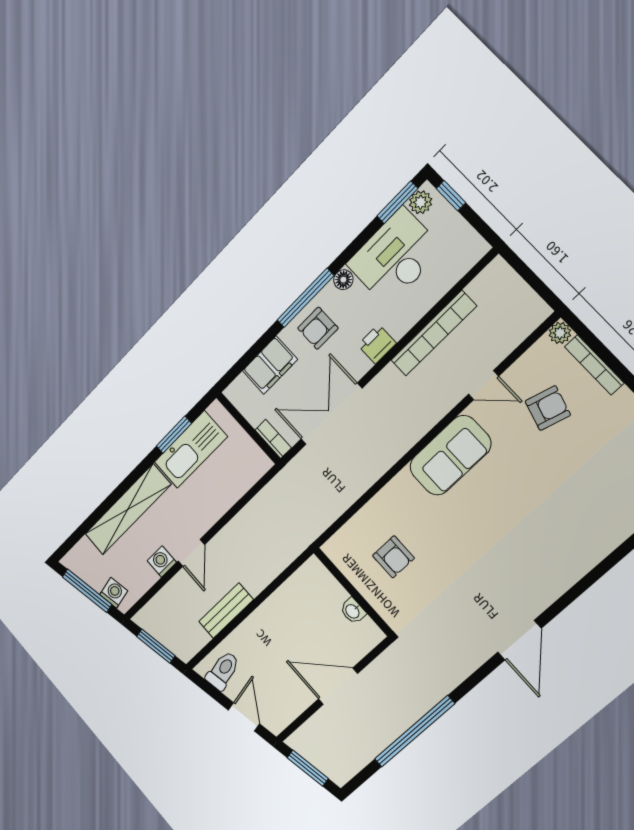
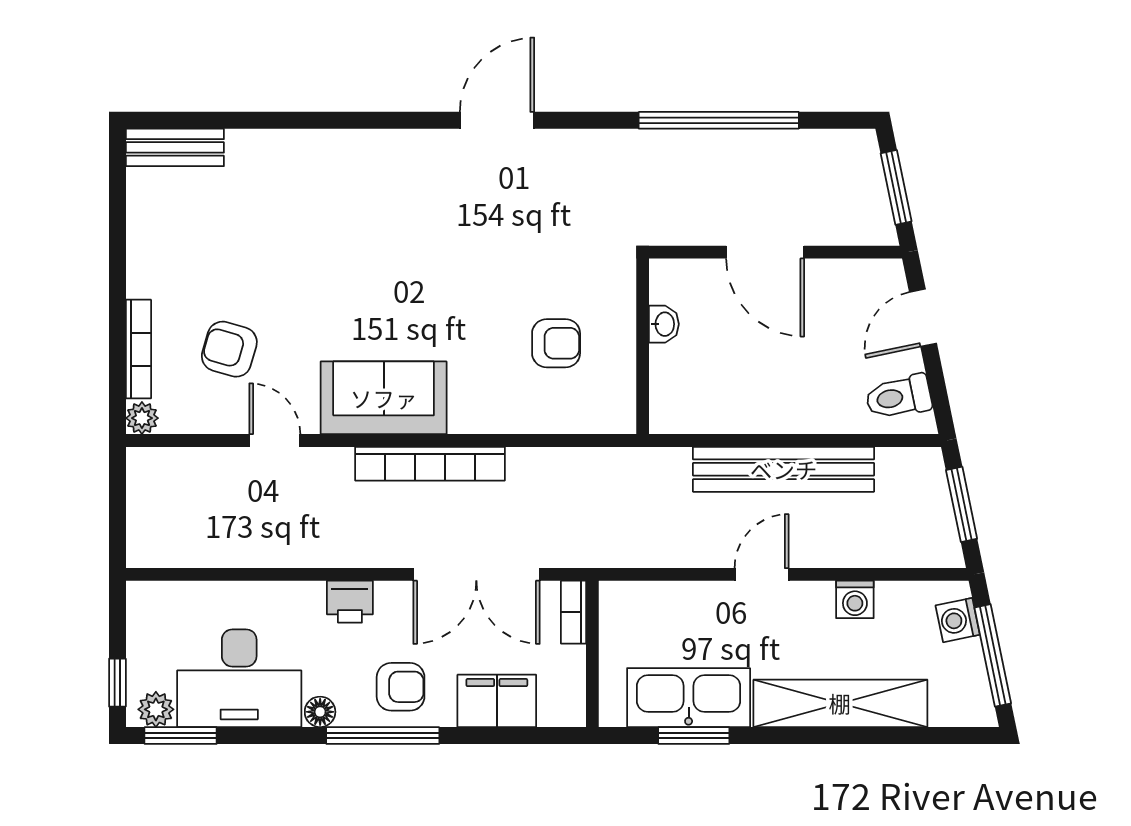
bookcase: (434, 333) -> (430, 464), moved, turned 180
door: (191, 553) -> (762, 574), moved
armchair: (393, 557) -> (556, 343), turned 90
bench: (226, 611) -> (784, 469), width x1.86, depth x1.21

